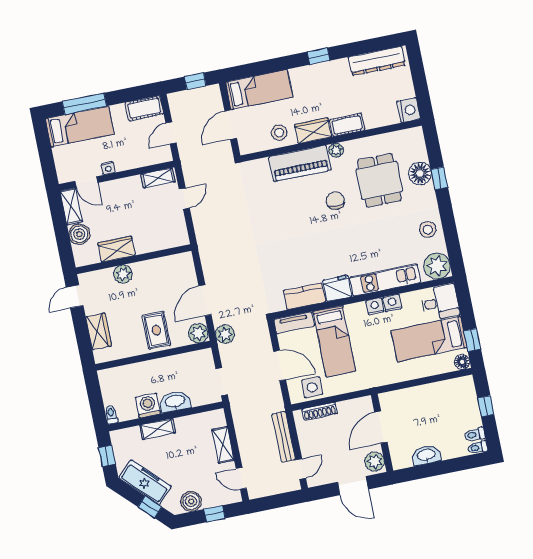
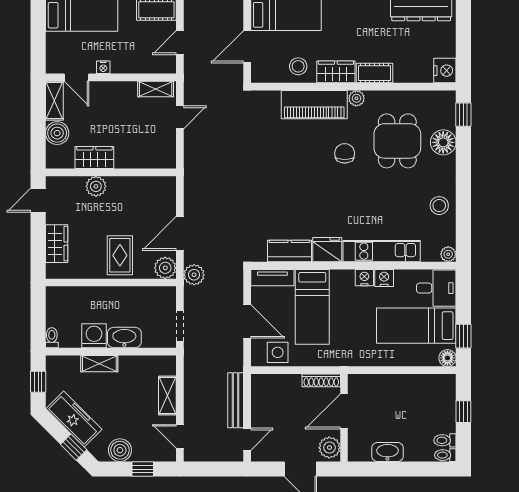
window: (439, 178) -> (463, 115), moved
plant: (437, 266) -> (448, 254), width x0.53, depth x0.53
shoe rack: (320, 411) -> (321, 380), moved

